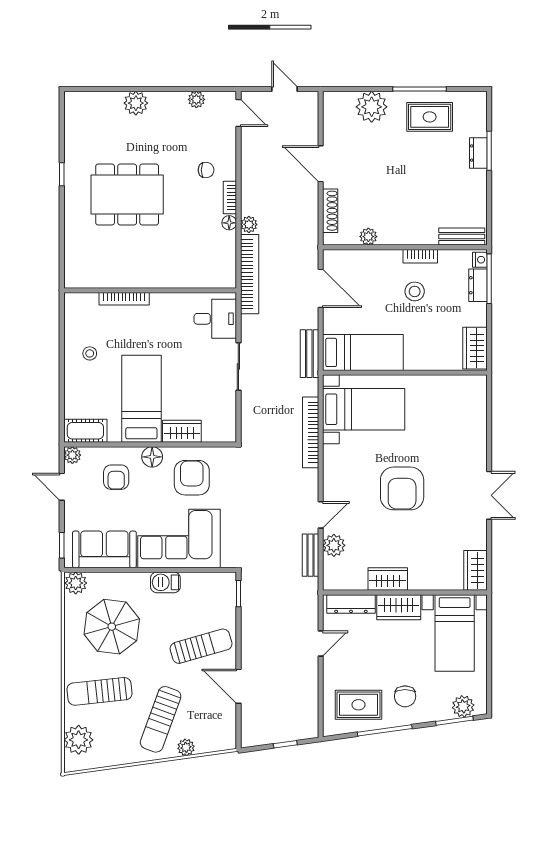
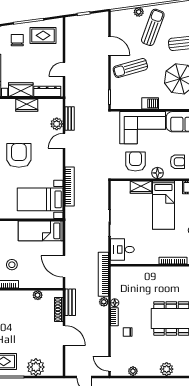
bench: (309, 354) -> (70, 302), moved
armchair: (116, 477) -> (177, 162), turned 90
armchair: (192, 478) -> (135, 161), turned 180

